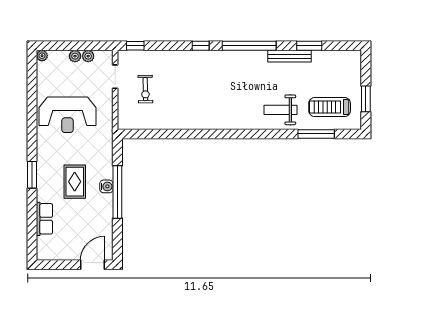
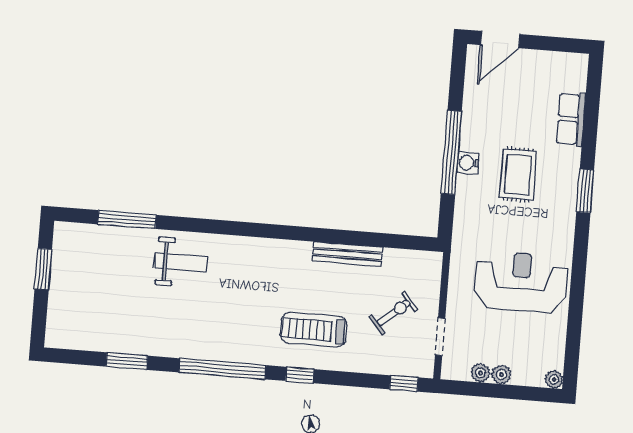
bench: (290, 56) -> (347, 254), moved
exercise bike: (145, 89) -> (393, 313), turned 51
treadmill: (330, 107) -> (314, 330), moved, turned 180

